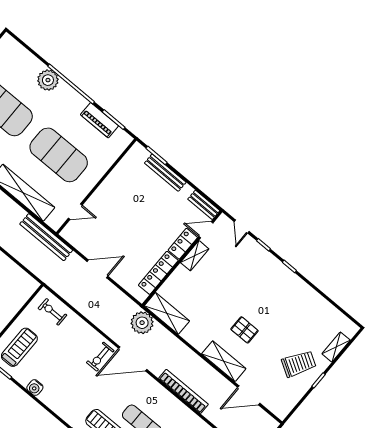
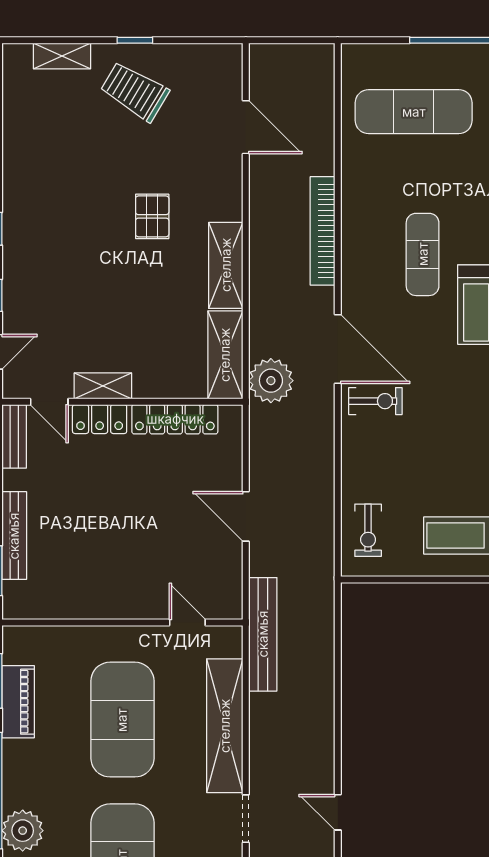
shelving: (224, 361) -> (226, 265), moved

